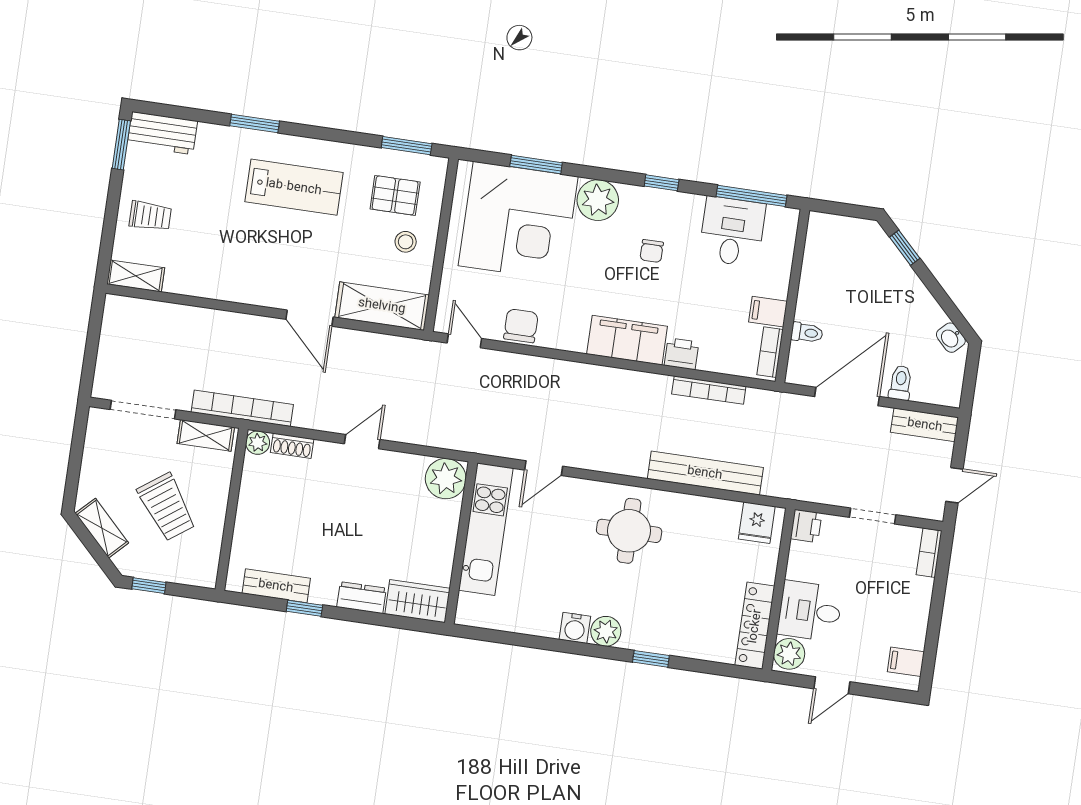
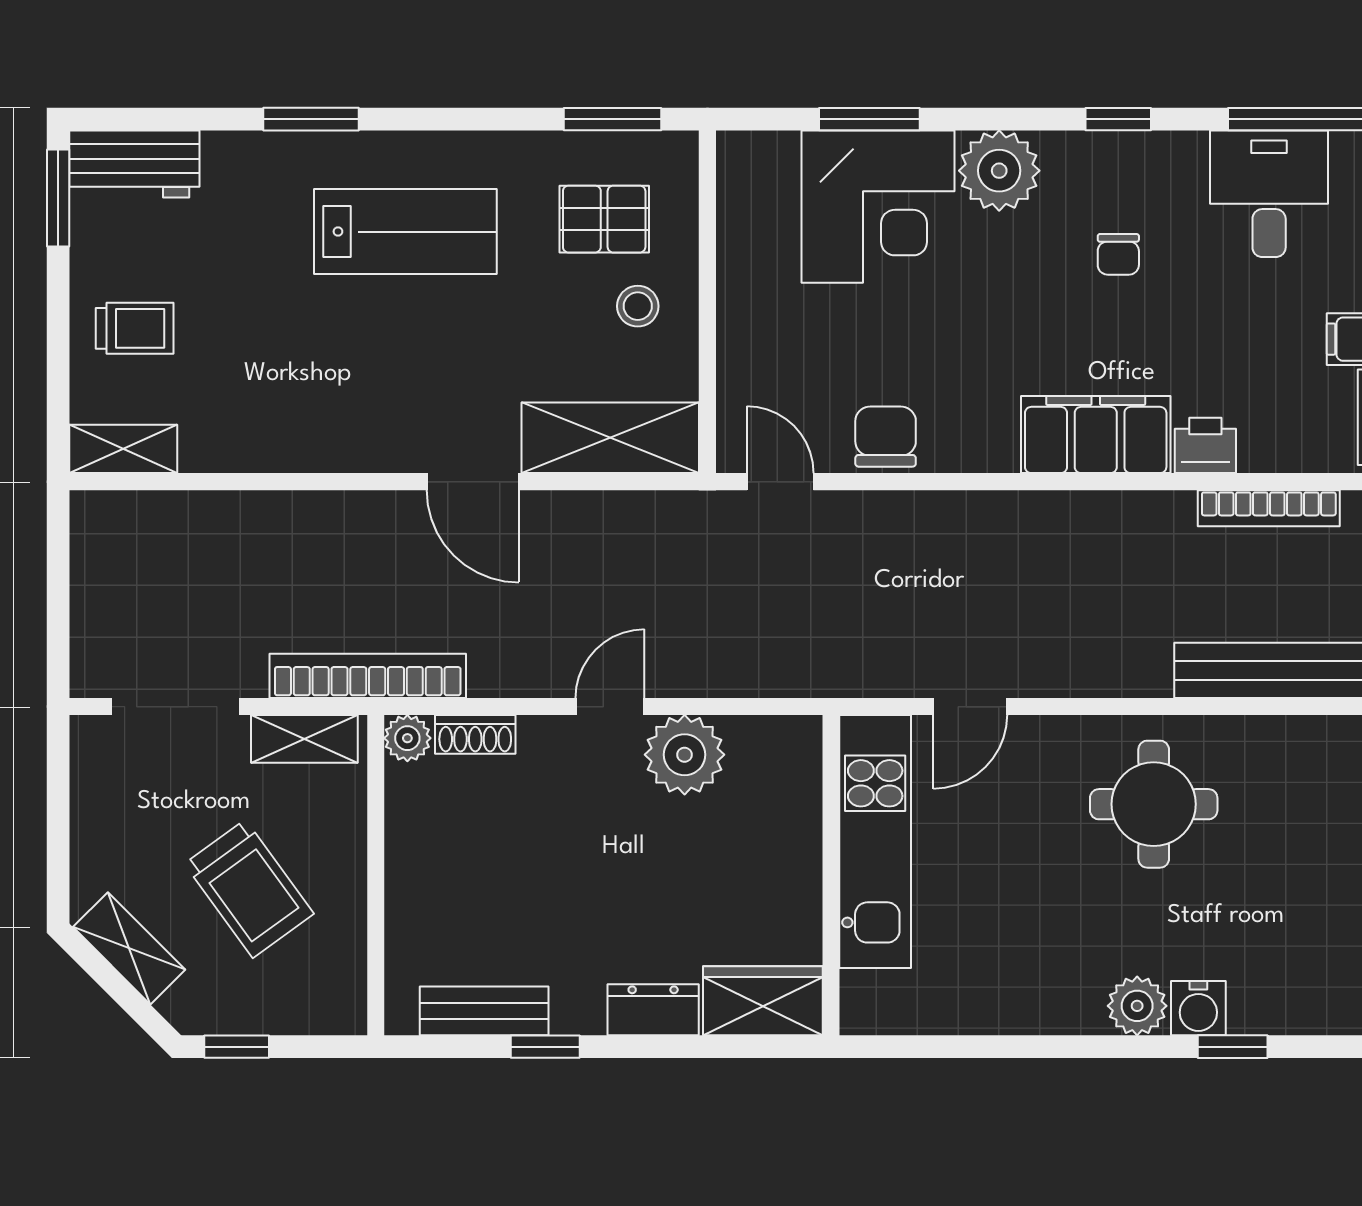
corner desk: (518, 221) -> (878, 207), width x0.74, depth x0.74
plant: (446, 479) -> (685, 755), moved
water cooler: (575, 628) -> (1198, 1008), moved

